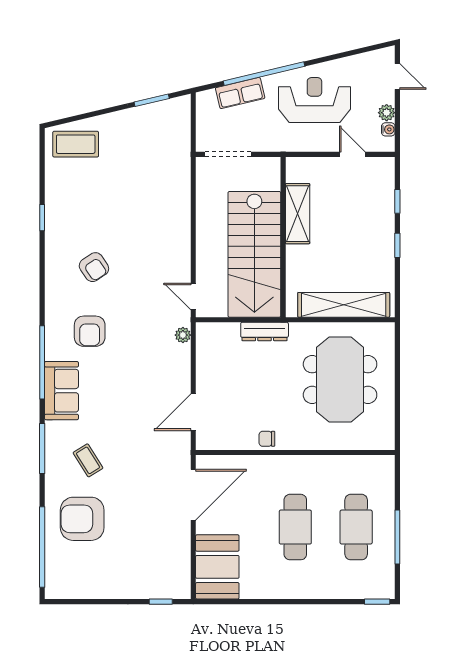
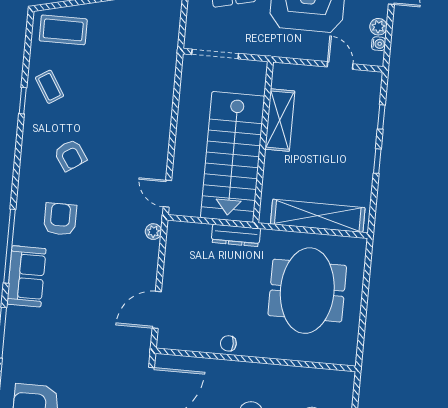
armchair: (90, 331) -> (60, 219), turned 180
coffee table: (88, 460) -> (49, 87), moved

